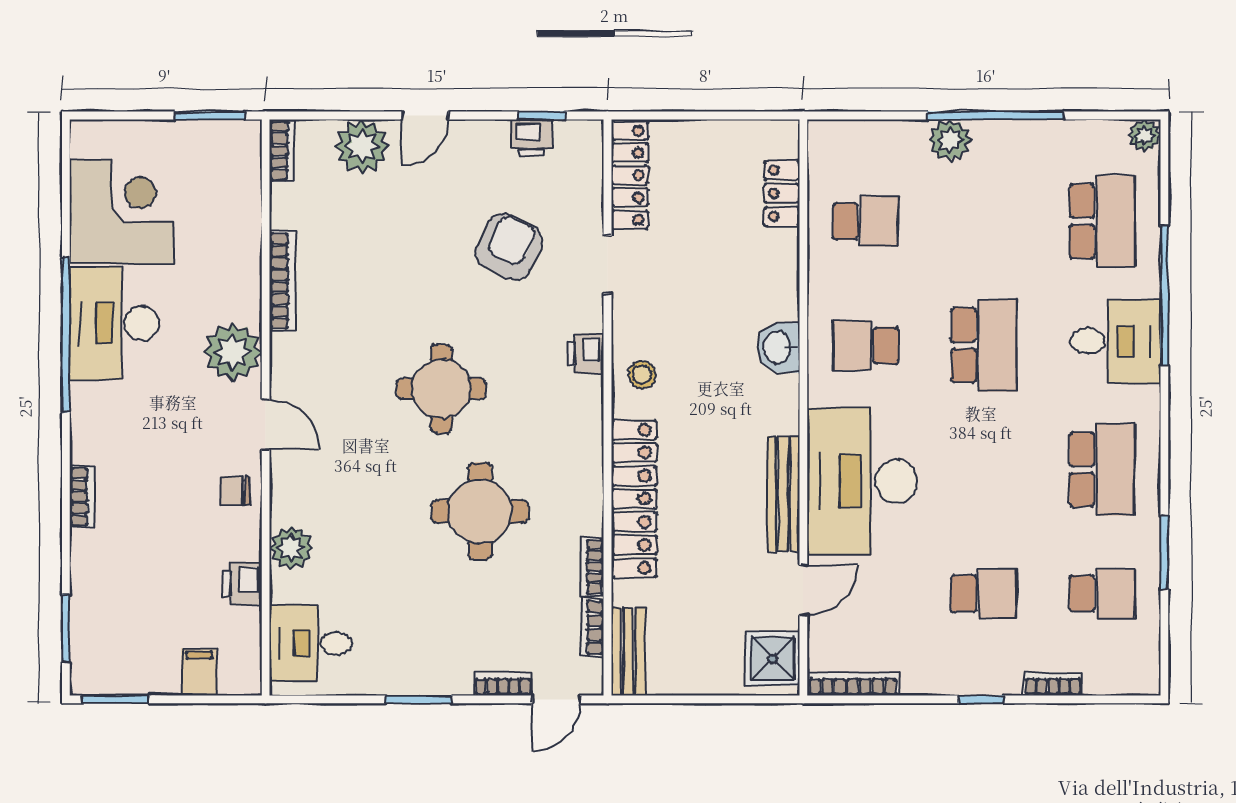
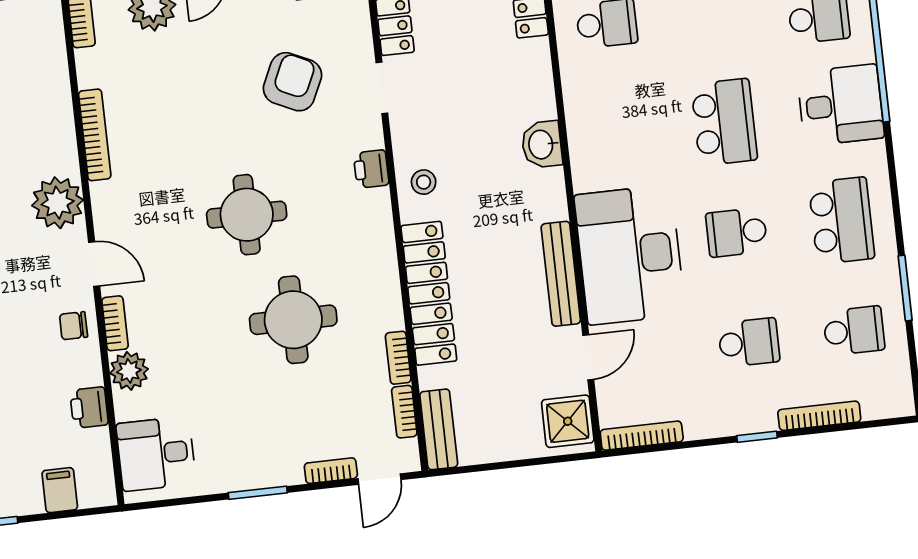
school desk: (866, 345) -> (737, 232), moved
bookcase: (281, 493) -> (115, 323), added
bookcase: (1053, 684) -> (819, 416), width x1.56

